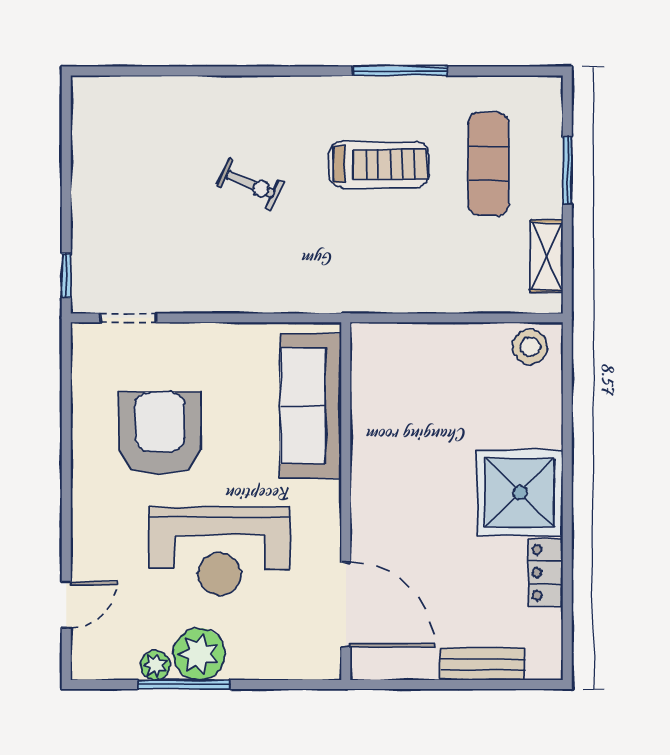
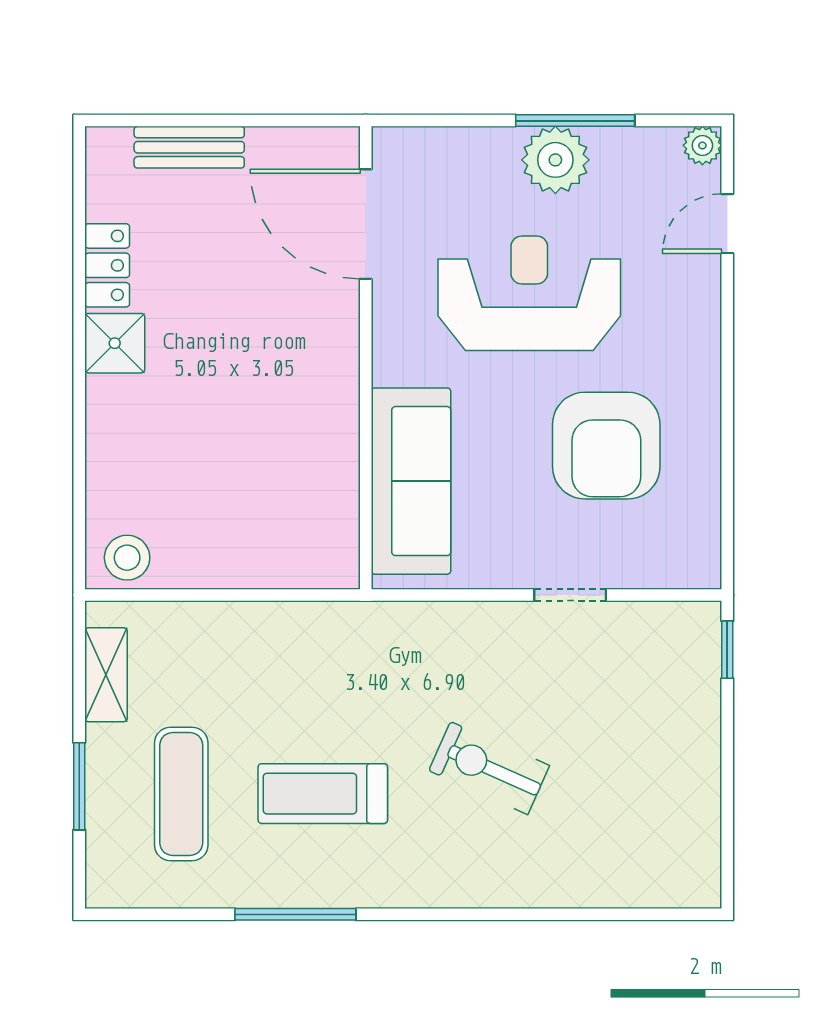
exercise bike: (250, 184) -> (489, 768), width x1.38, depth x1.39
doorway: (128, 318) -> (570, 595), moved
shower: (520, 493) -> (115, 343), width x0.54, depth x0.54
plant: (155, 665) -> (702, 145), moved

